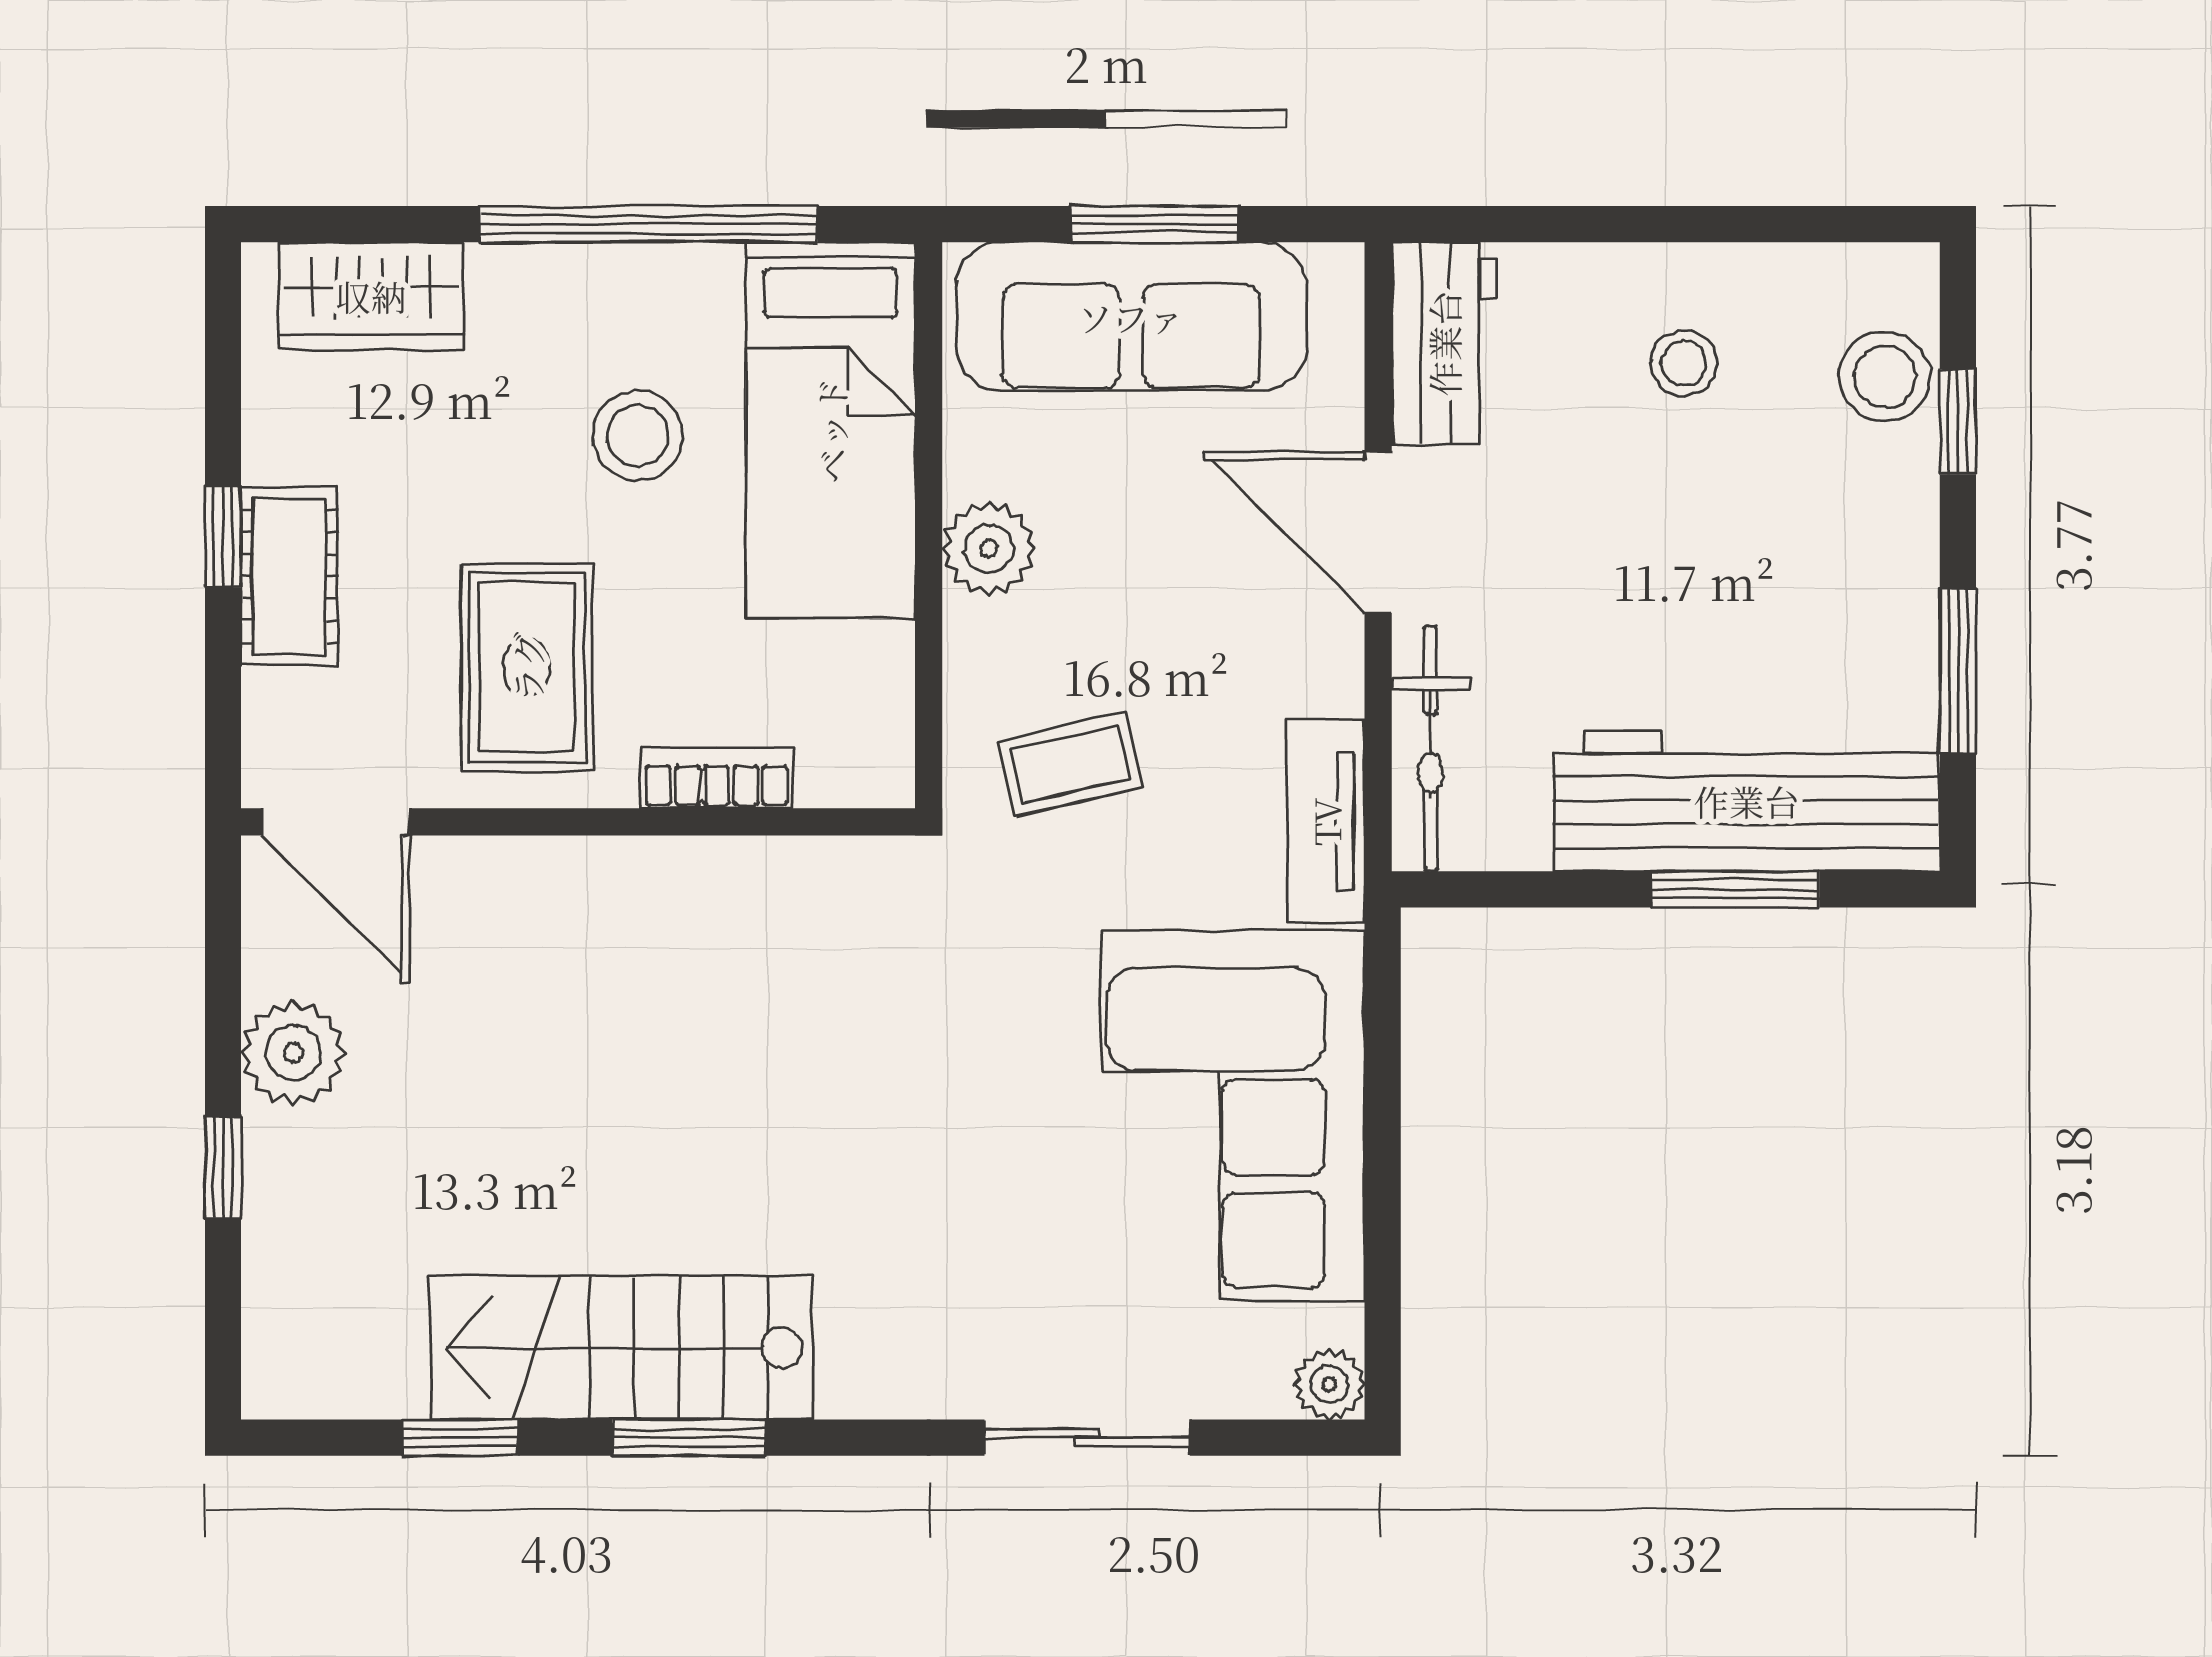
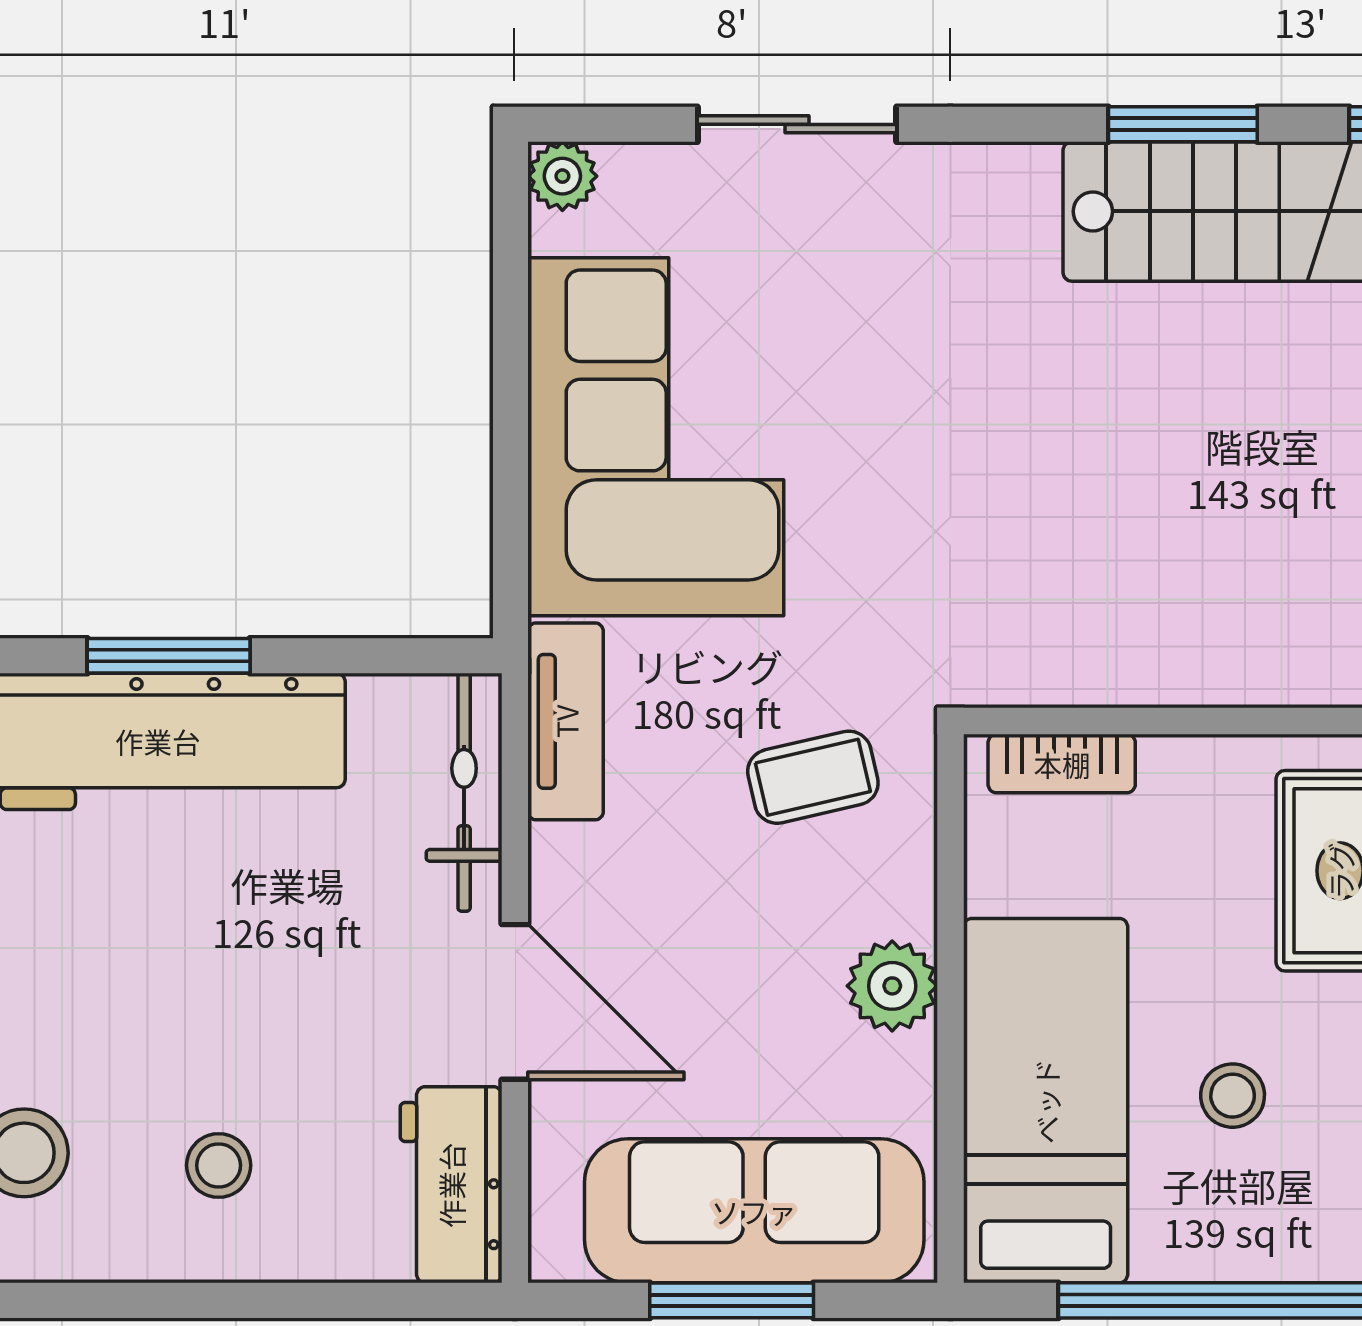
stool: (638, 435) -> (1233, 1096), width x0.73, depth x0.73
bookcase: (717, 778) -> (1062, 764), moved

